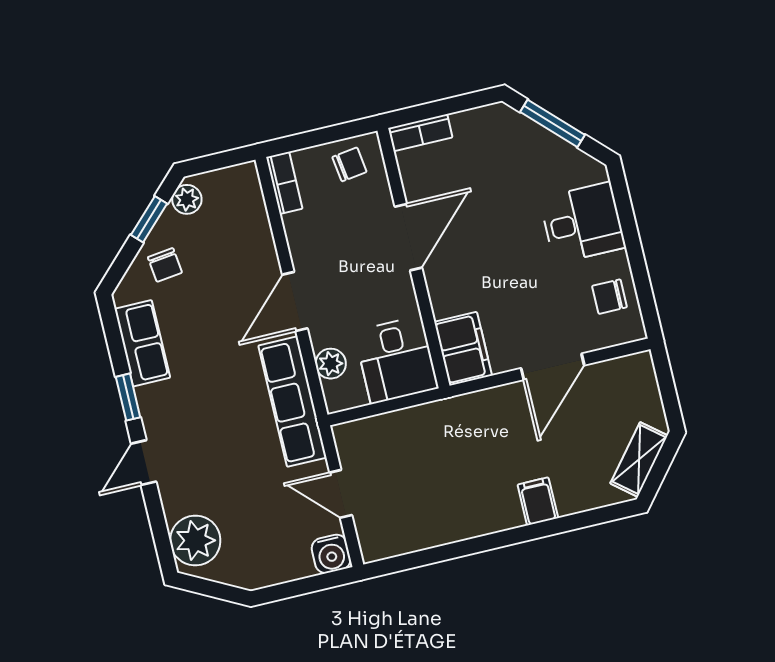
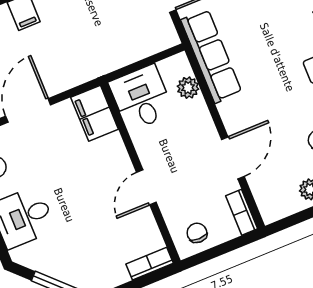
chair: (349, 164) -> (197, 233), turned 98
door: (408, 237) -> (146, 187), width x0.73
door: (295, 302) -> (233, 158), moved

